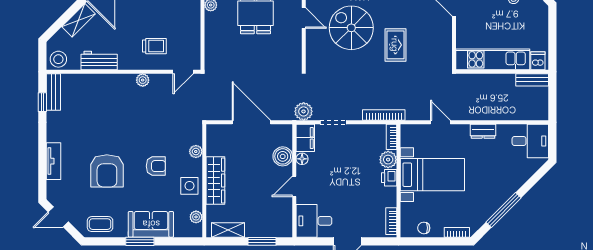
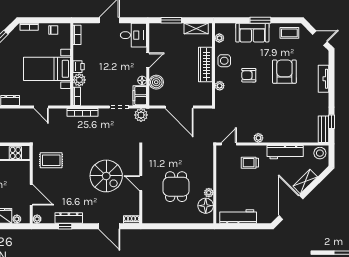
rug: (395, 45) -> (51, 160), moved, turned 90
workbench: (99, 61) -> (285, 152), width x1.38

